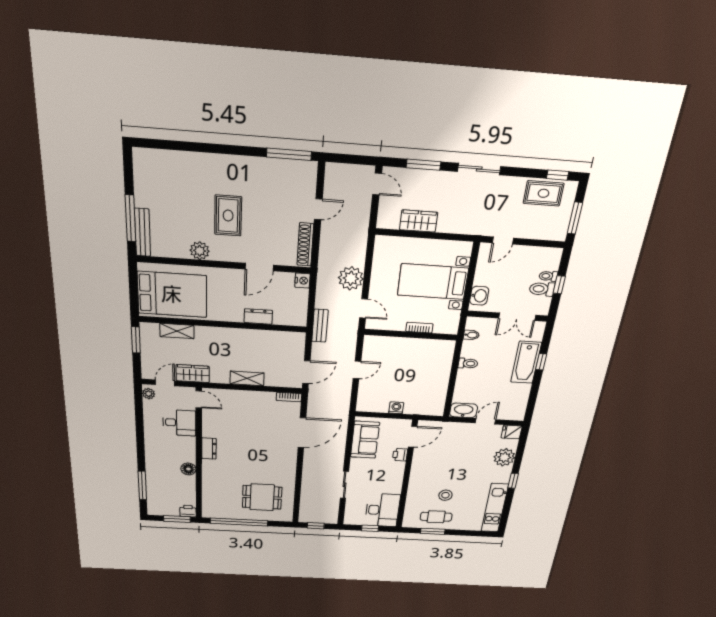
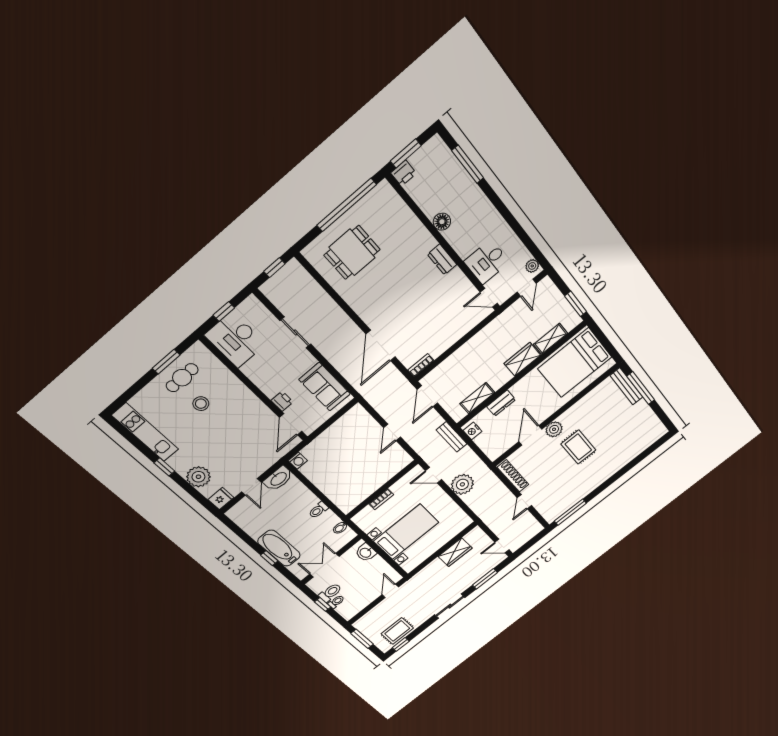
plant: (200, 251) -> (554, 429), moved
nightstand: (302, 281) -> (473, 431), moved
wardrobe: (193, 374) -> (522, 359), moved, turned 180
shelving: (247, 378) -> (477, 398), moved
washing machine: (396, 408) -> (298, 461), moved

